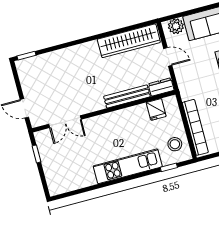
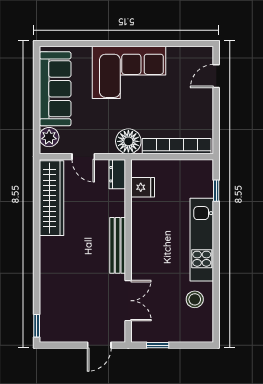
door: (168, 57) -> (83, 157), swing flipped
floor lamp: (189, 89) -> (128, 141), added
bench: (127, 96) -> (118, 245), moved
stool: (175, 144) -> (195, 299), moved

